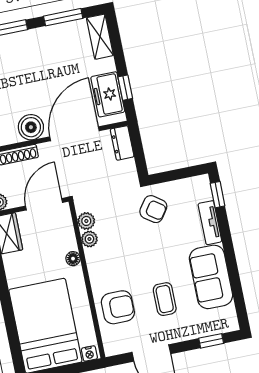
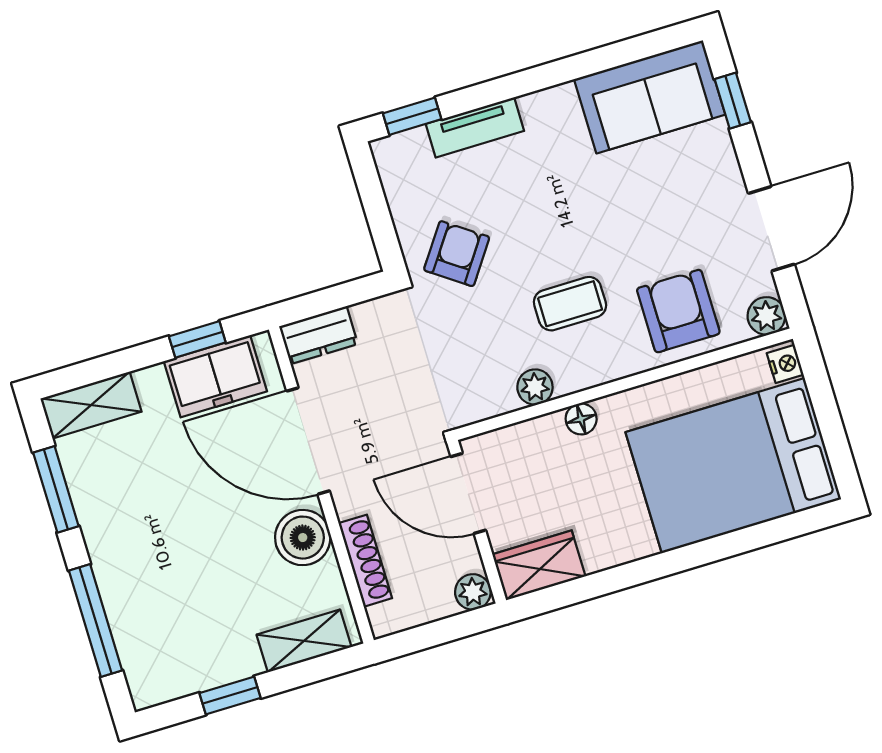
plant: (86, 221) -> (766, 316), moved
sofa: (211, 277) -> (650, 97), moved
coffee table: (165, 299) -> (570, 304), moved

